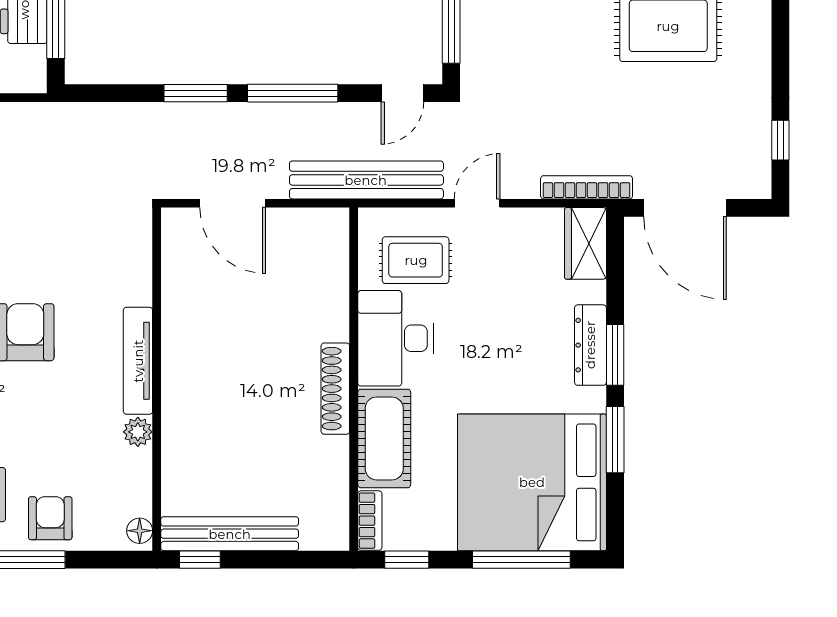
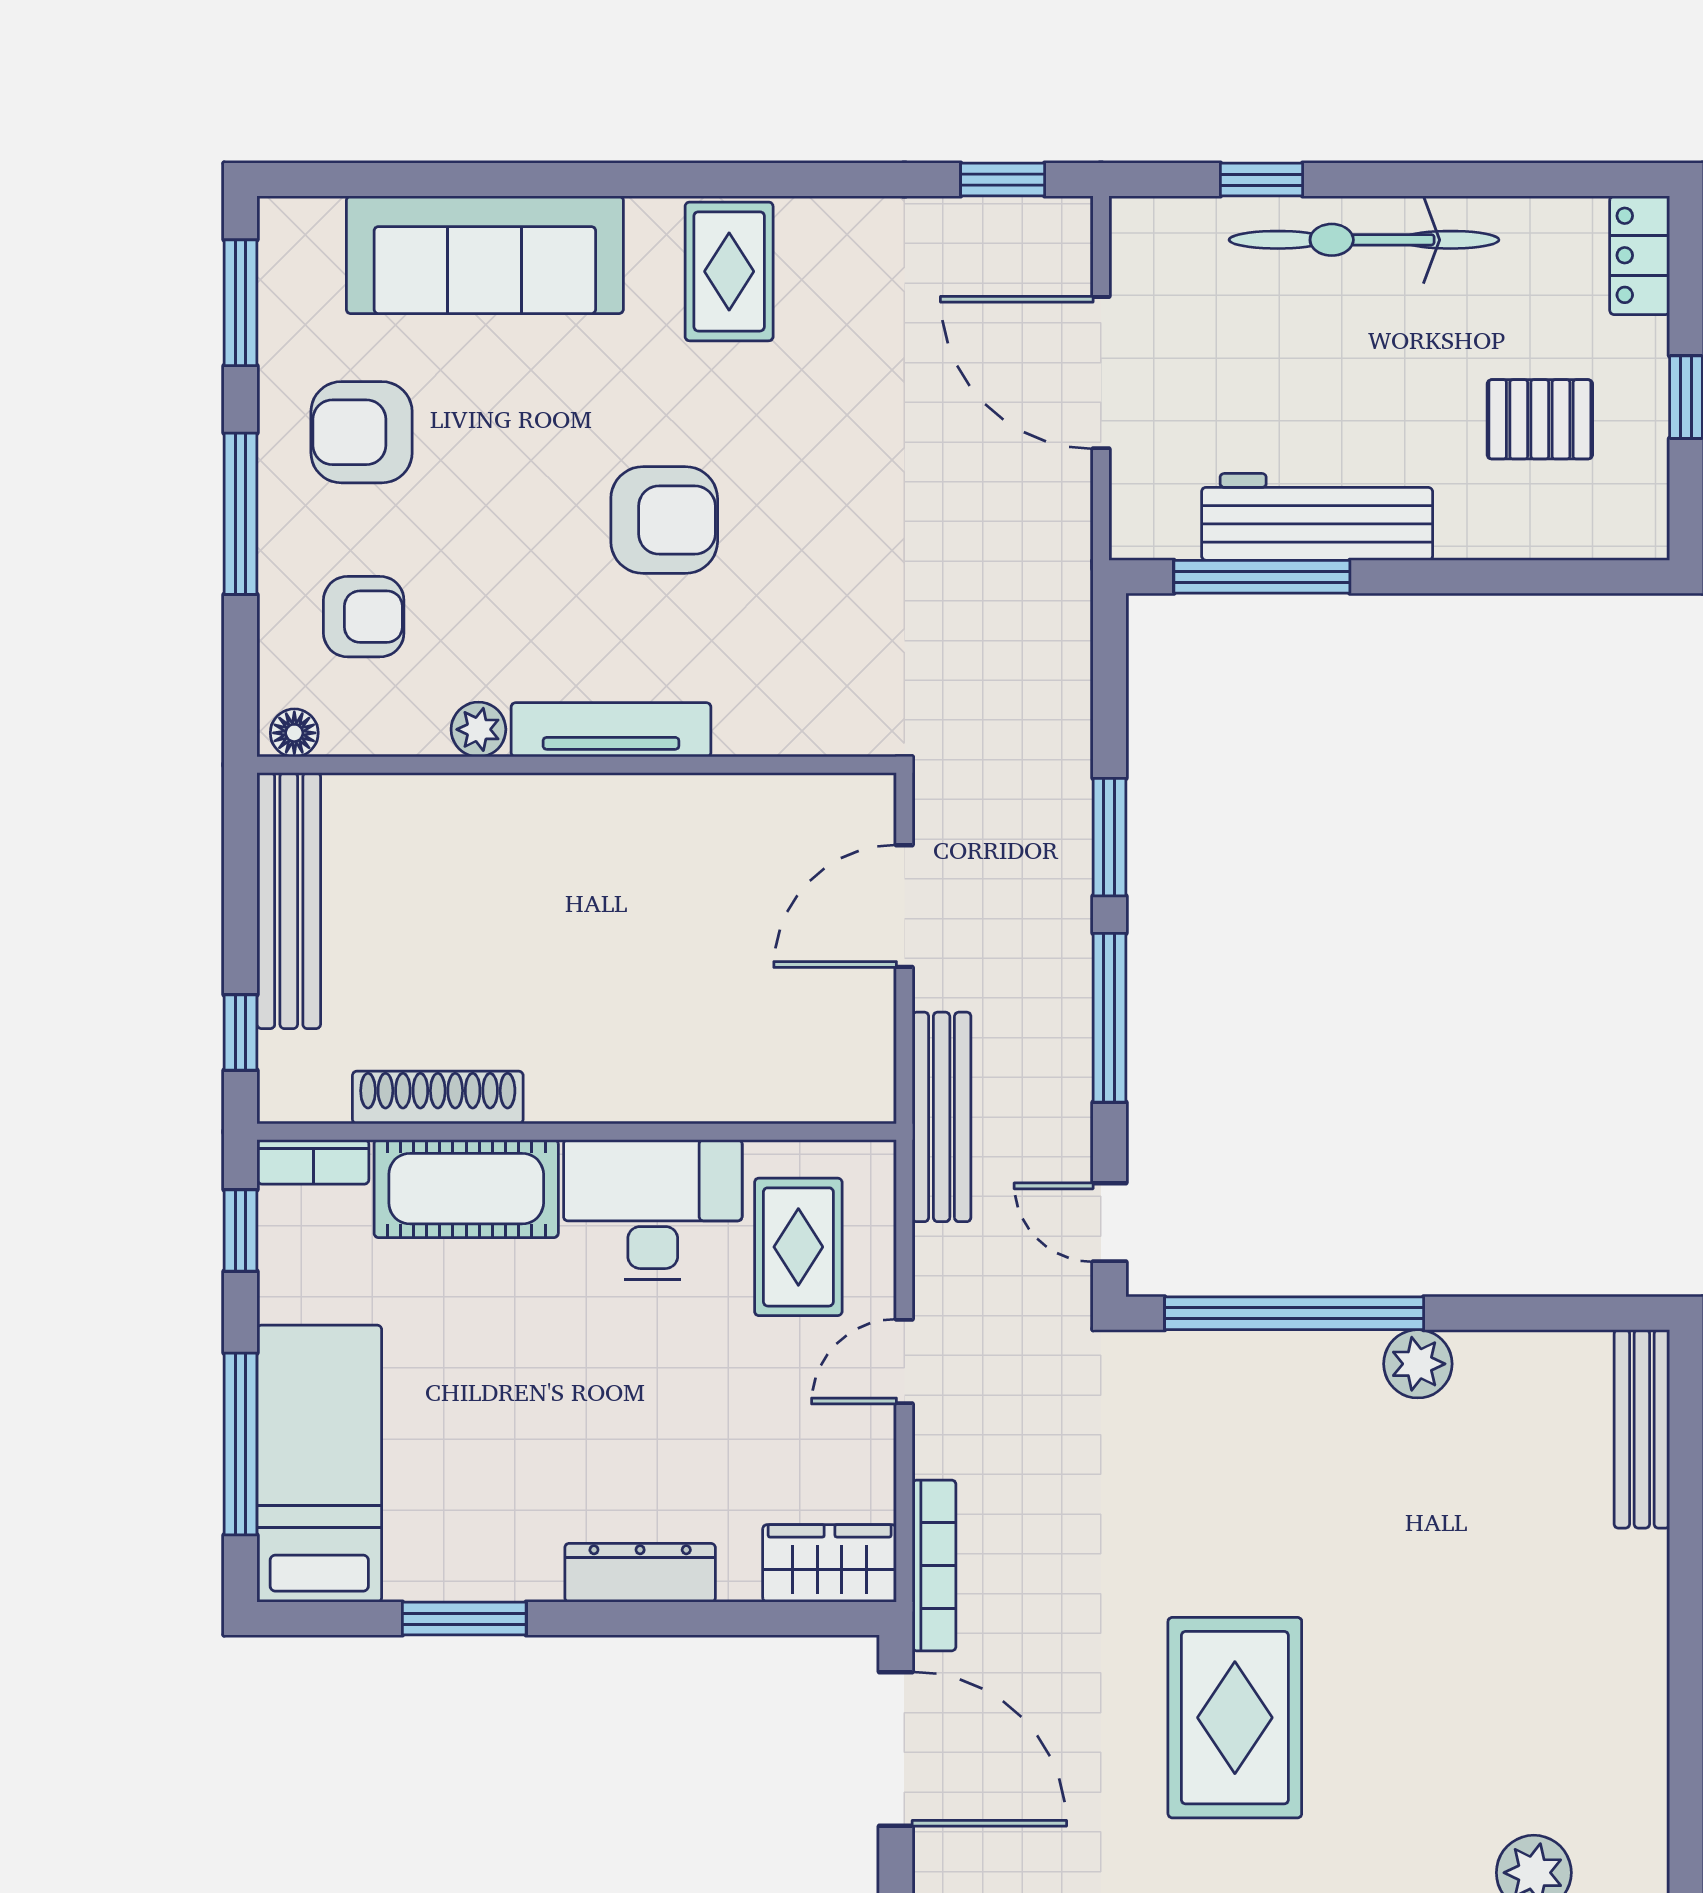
bench: (366, 180) -> (942, 1117), width x0.73, depth x0.82
door: (477, 203) -> (904, 1362), swing flipped
door: (685, 208) -> (896, 1749), swing flipped
window: (615, 355) -> (622, 1619), removed
shoe rack: (335, 389) -> (438, 1097), moved
bed: (532, 482) -> (319, 1464), width x0.49
armchair: (50, 518) -> (364, 617), moved
window: (200, 560) -> (241, 1033), moved

